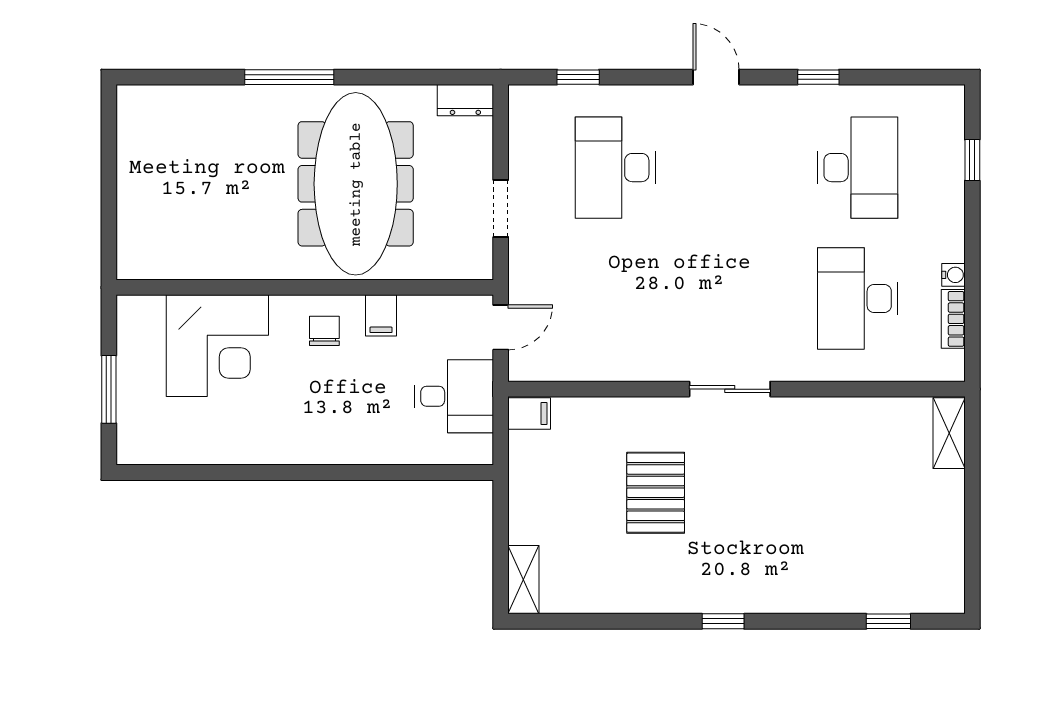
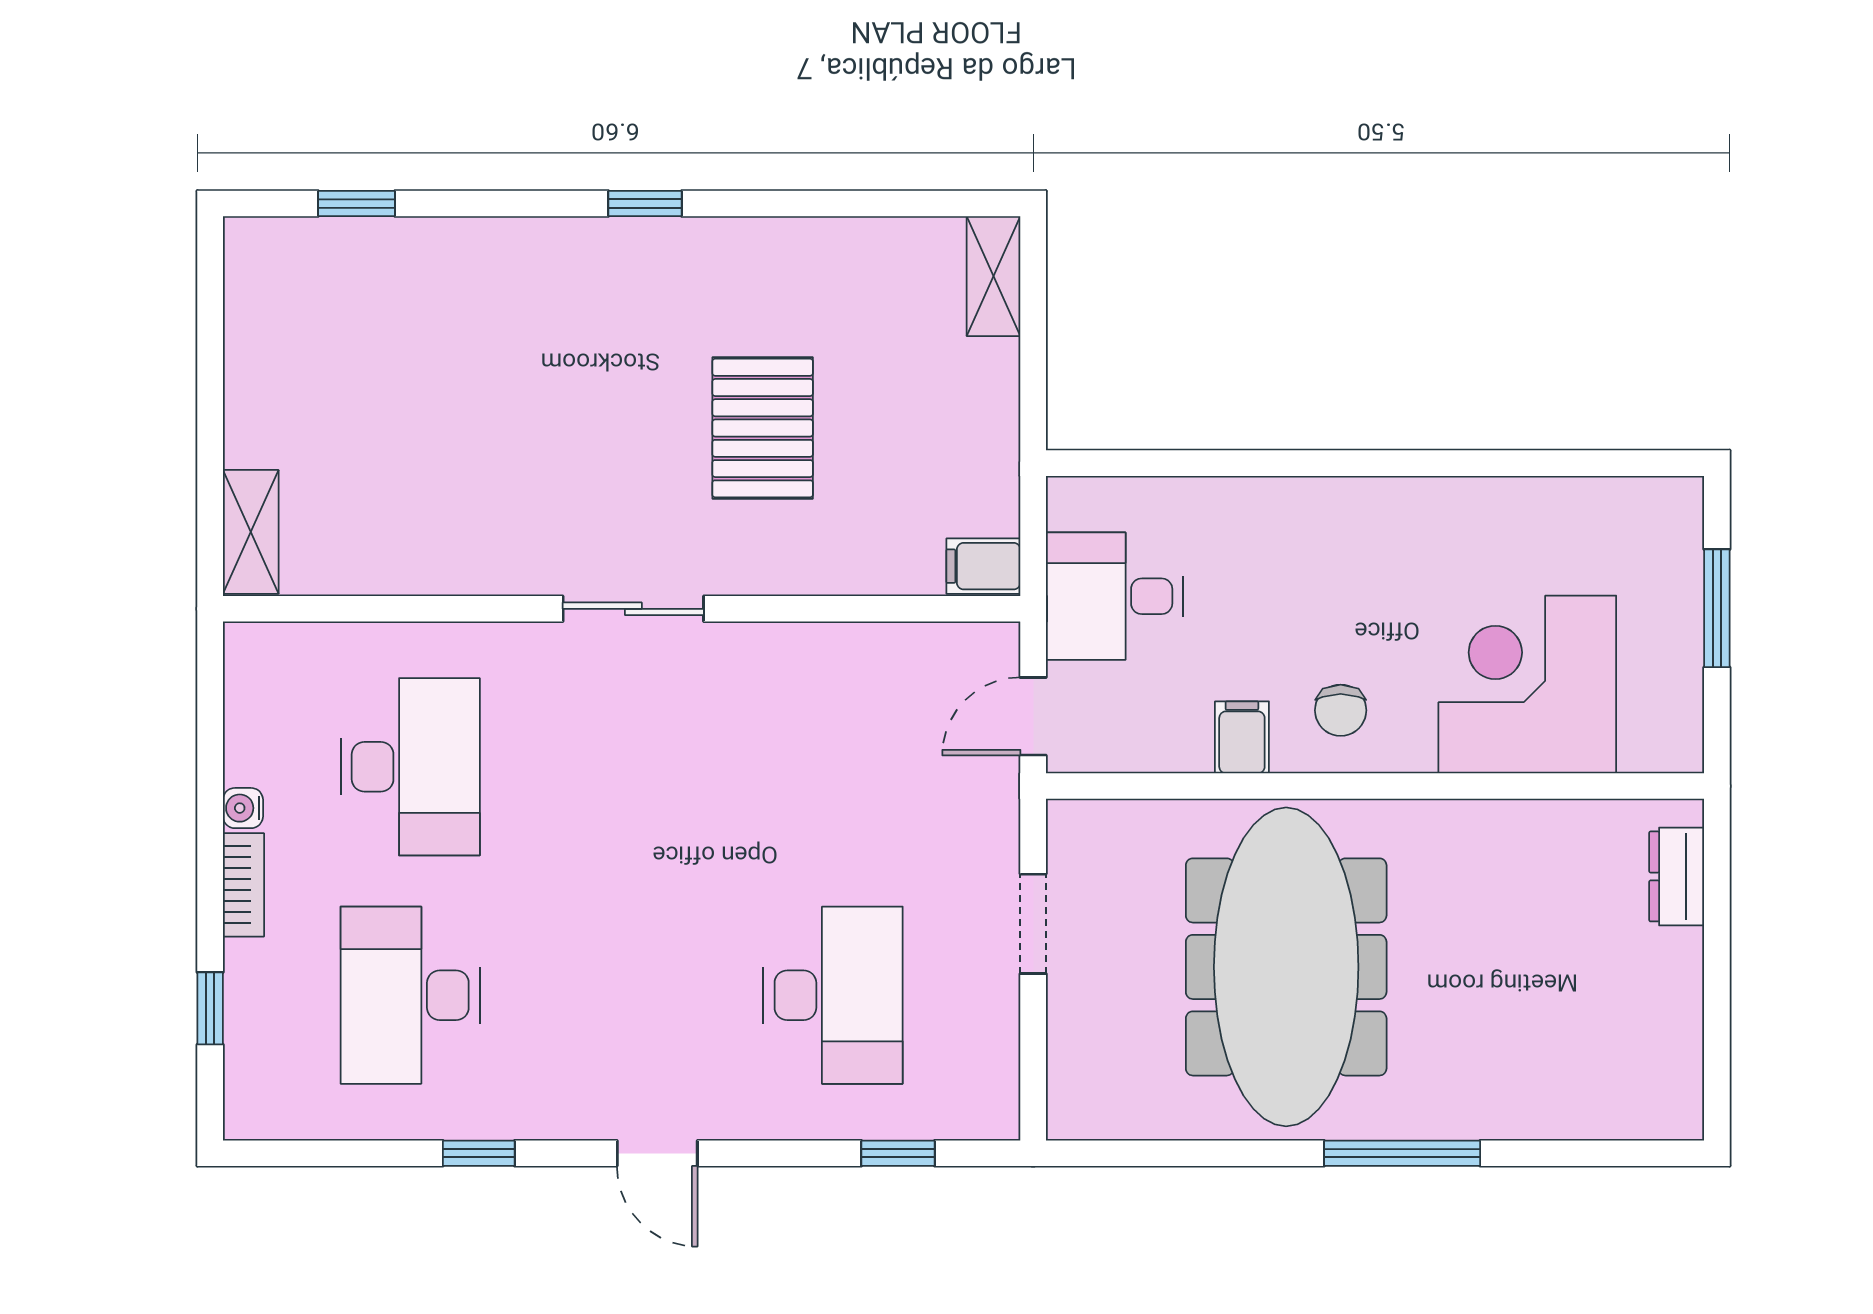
dresser: (465, 100) -> (1677, 876), moved, turned -90
bookcase: (953, 319) -> (243, 885), moved

